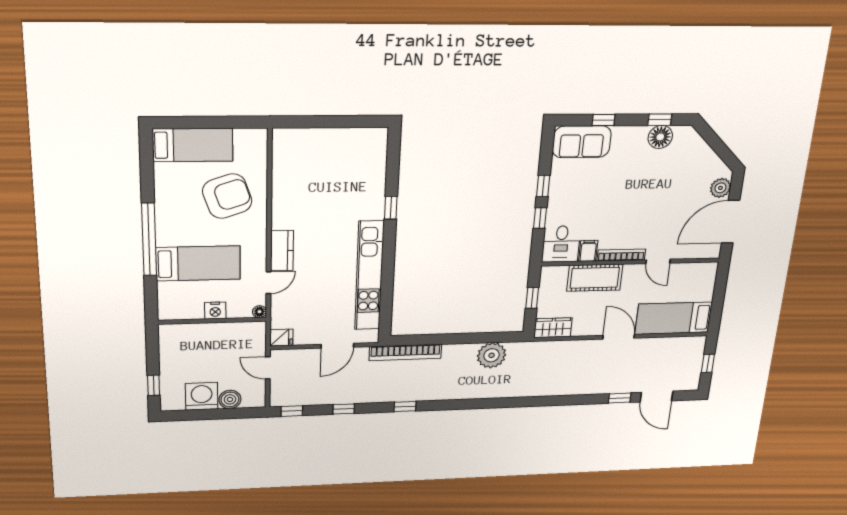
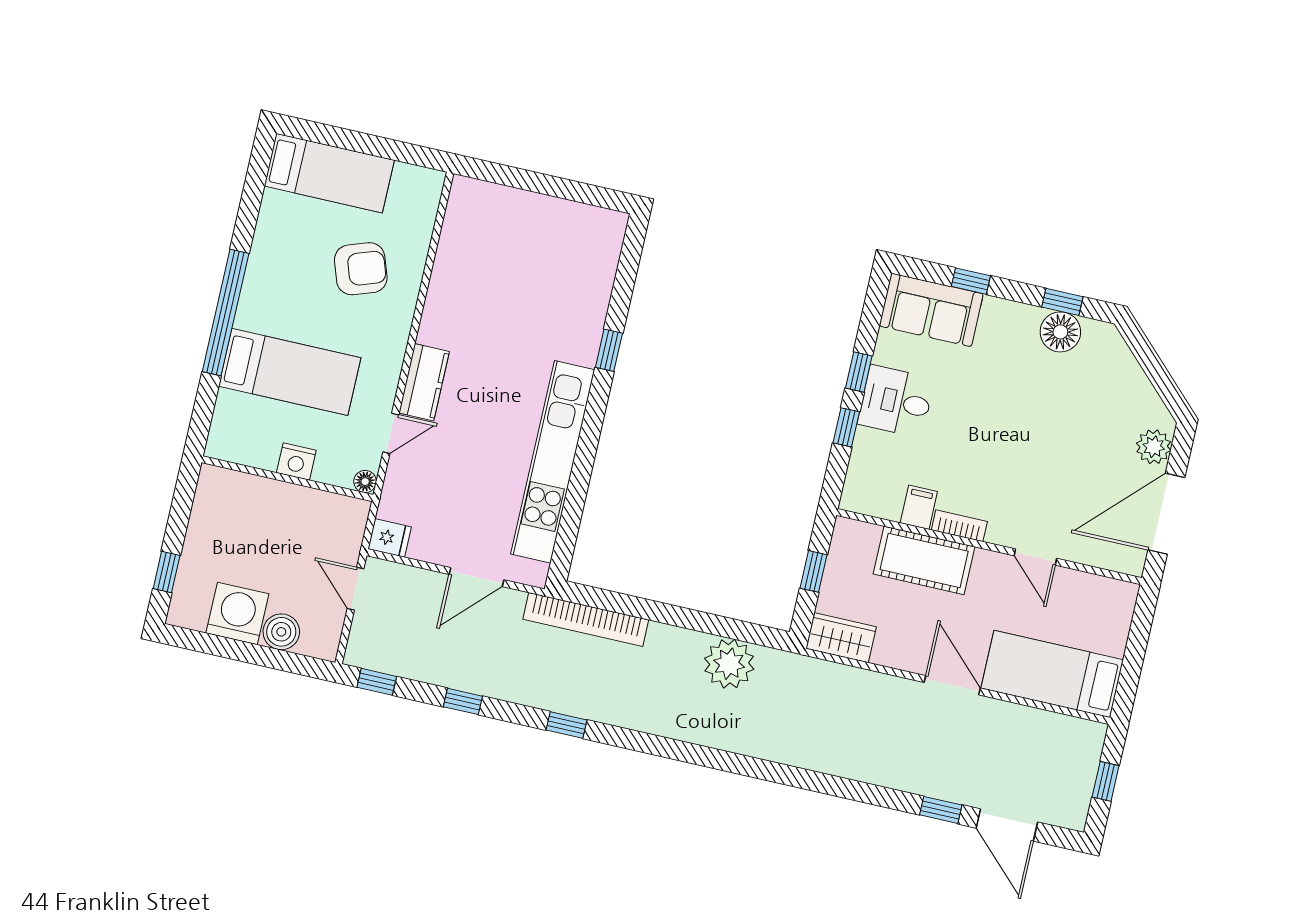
armchair: (227, 196) -> (361, 269), width x0.73, depth x0.73
desk: (561, 244) -> (896, 401), moved, turned 90
bookcase: (621, 255) -> (959, 526), width x0.64

